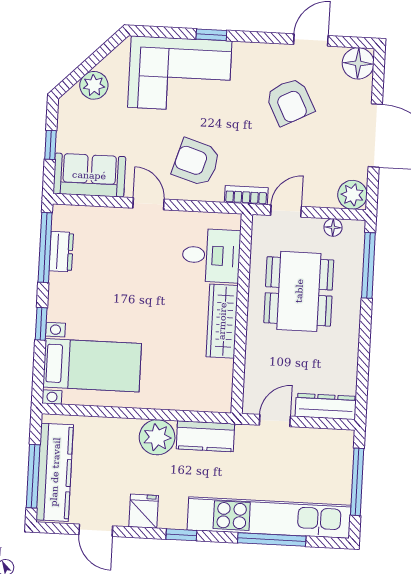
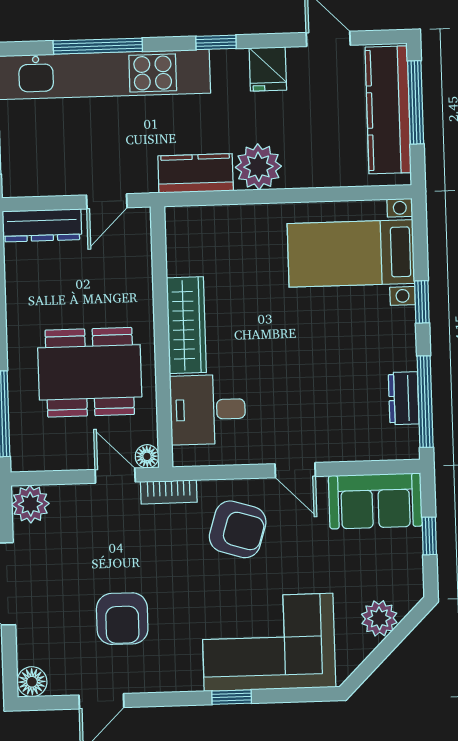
floor lamp: (358, 63) -> (32, 682), width x0.73, depth x0.73
armchair: (290, 102) -> (122, 619), turned -153
door: (286, 211) -> (115, 476), swing flipped
floor lamp: (333, 227) -> (147, 456), moved
dining table: (299, 291) -> (90, 372), turned 90

